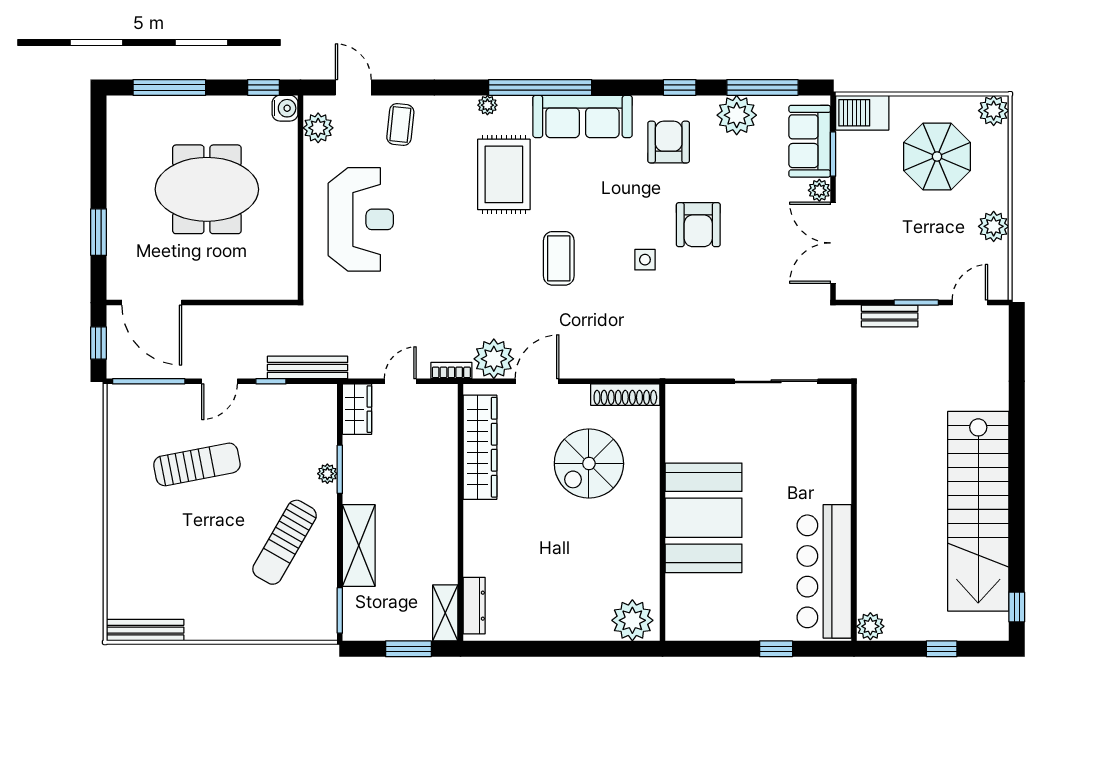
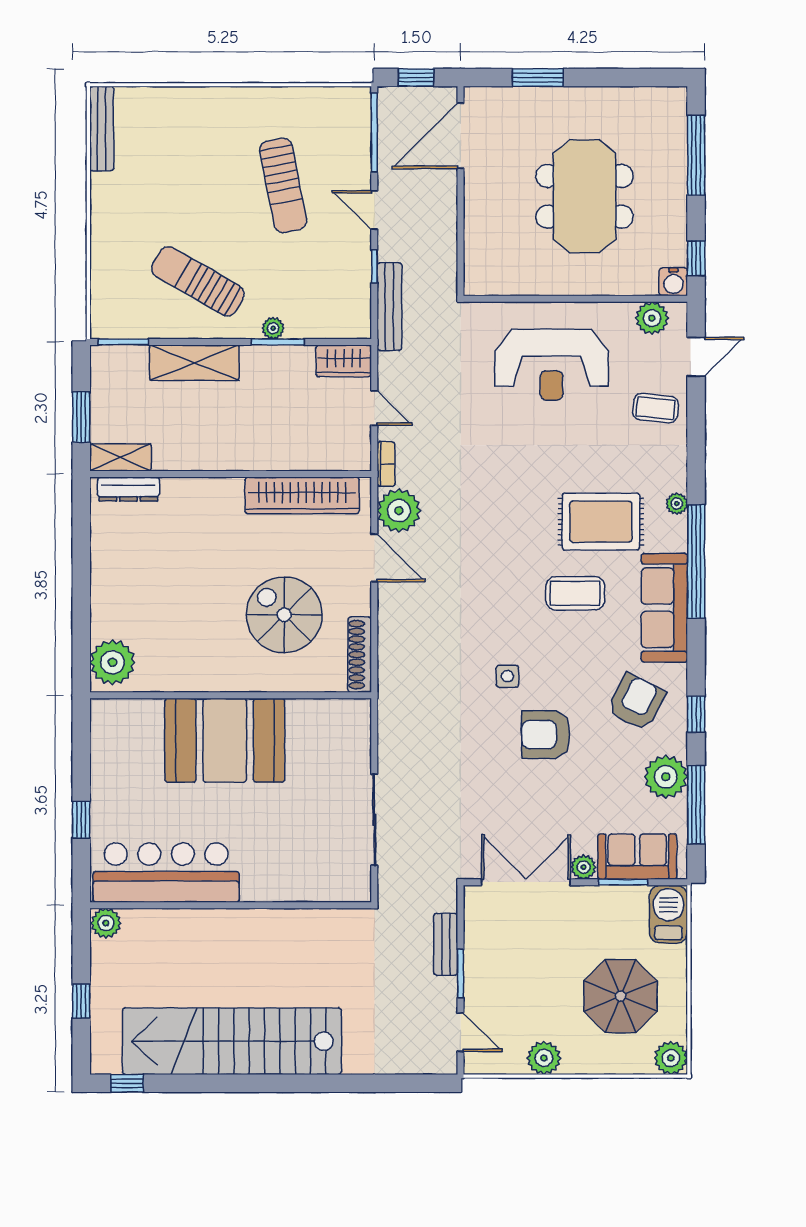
armchair: (669, 142) -> (636, 702), turned -63
coffee table: (559, 258) -> (575, 593), moved

